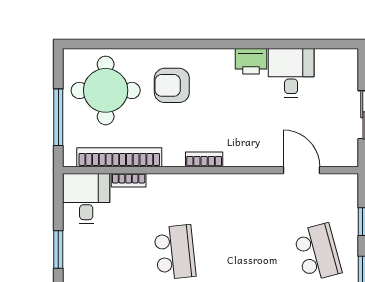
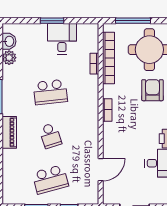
desk: (86, 199) -> (62, 39), moved, turned -90
school desk: (246, 252) -> (50, 136), added

